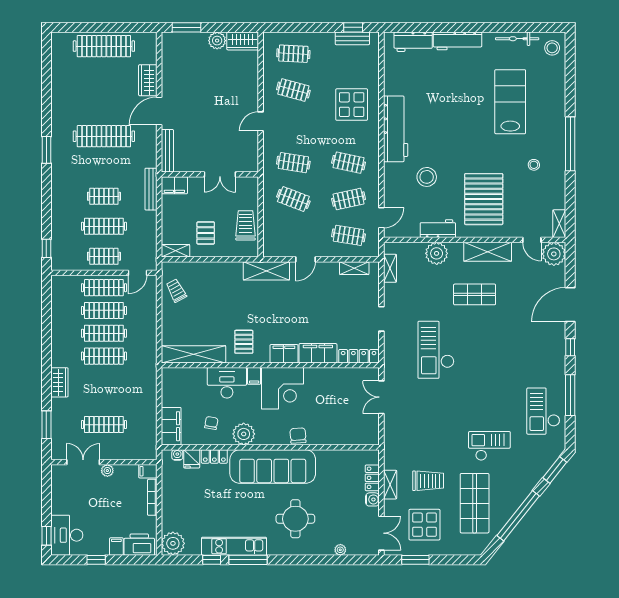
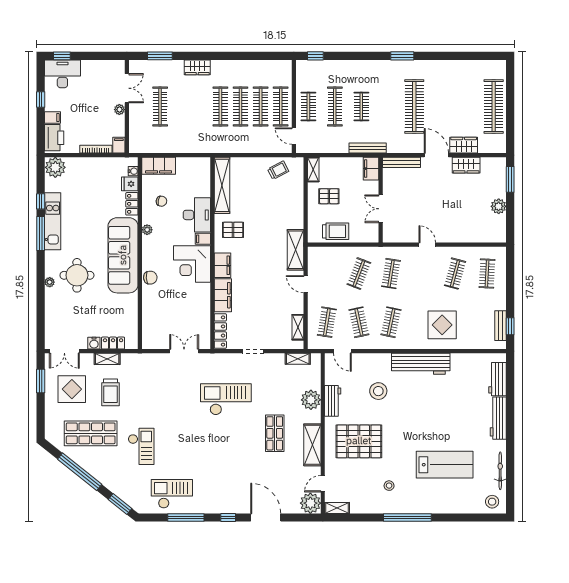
wardrobe: (243, 41) -> (466, 165), moved, turned -90
plant: (244, 434) -> (147, 230), width x0.53, depth x0.53
plant: (340, 550) -> (50, 282), moved

